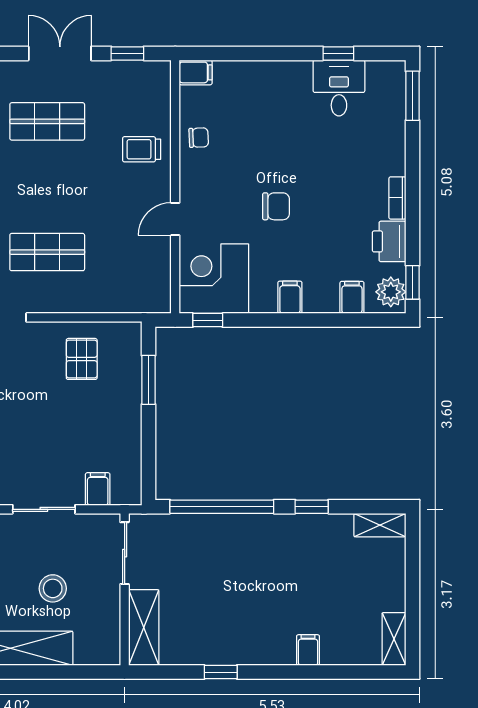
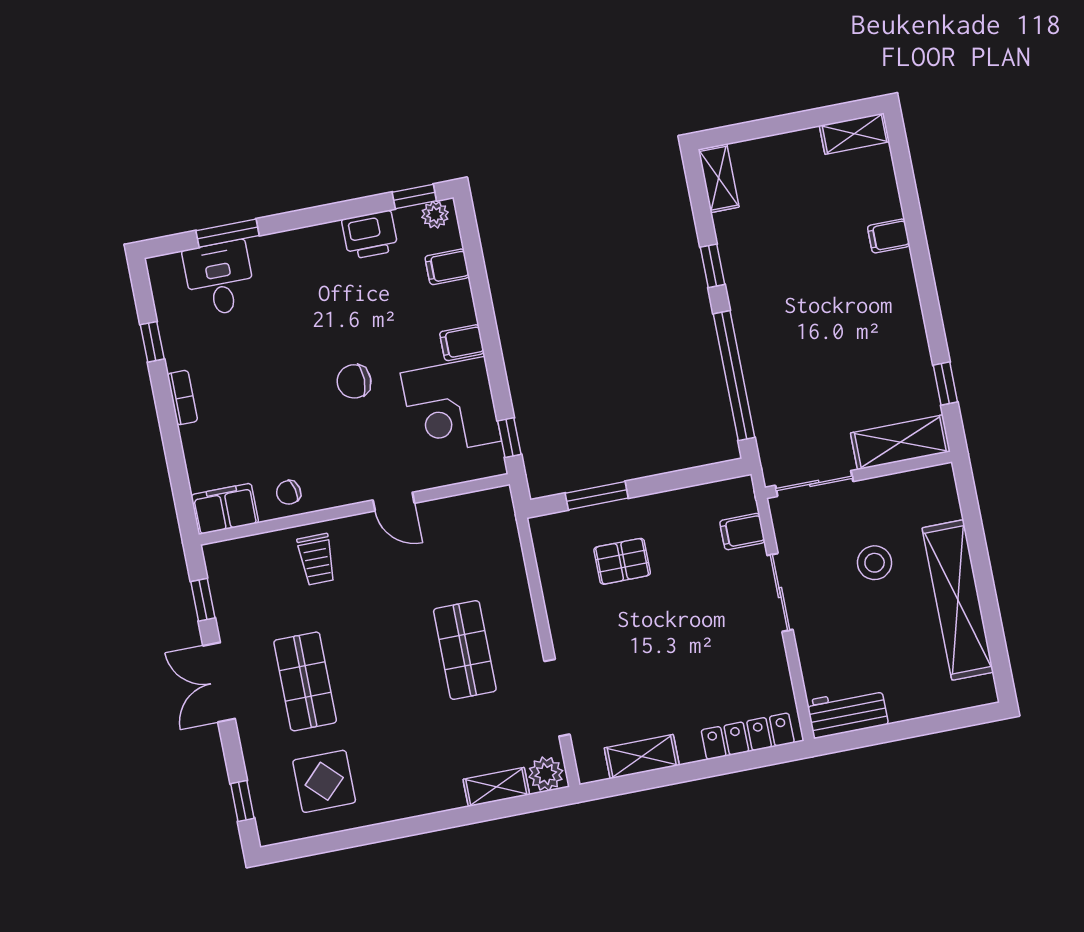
filing cabinet: (196, 72) -> (225, 509), width x2.00
desk: (339, 88) -> (219, 279), moved, turned 90
window: (412, 96) -> (228, 233), moved
chair: (199, 138) -> (289, 492), turned -101
bookcase: (397, 198) -> (182, 398), moved, turned -90
chair: (276, 206) -> (354, 381), turned -90
corner desk: (214, 279) -> (451, 407), moved
plant: (391, 292) -> (435, 215), width x0.73, depth x0.73
pallet: (82, 359) -> (622, 561), moved
window: (221, 672) -> (945, 384), moved

